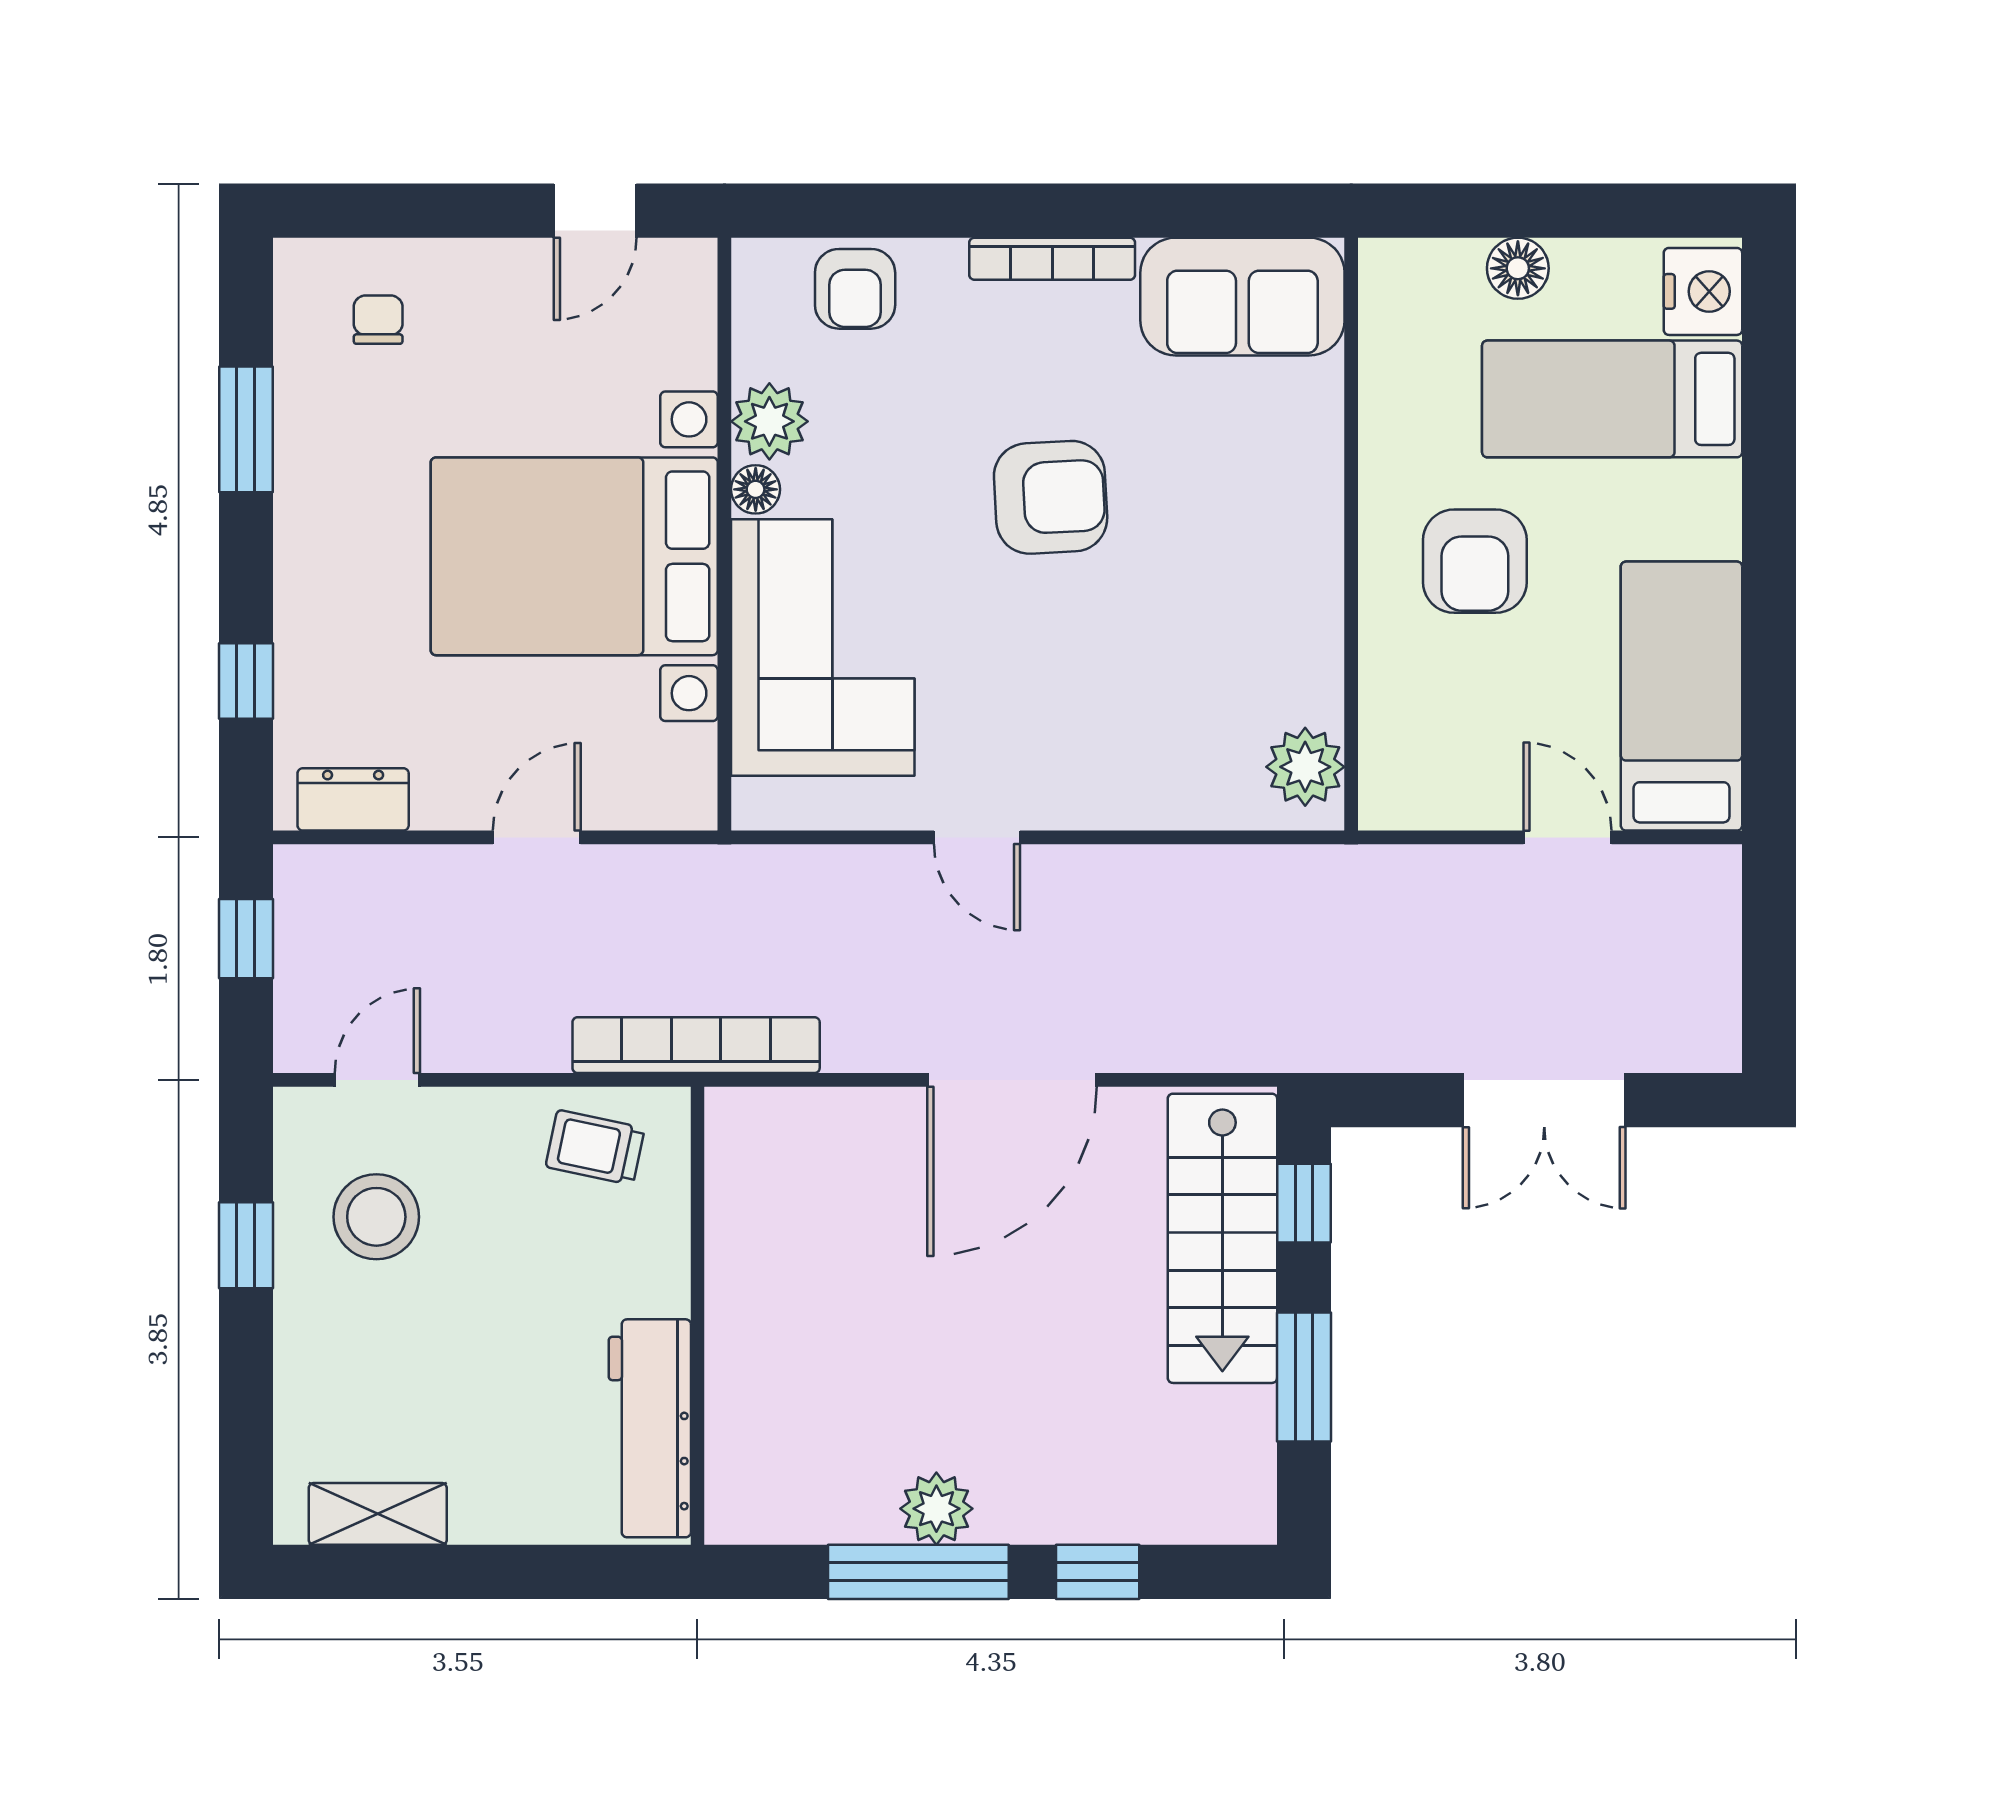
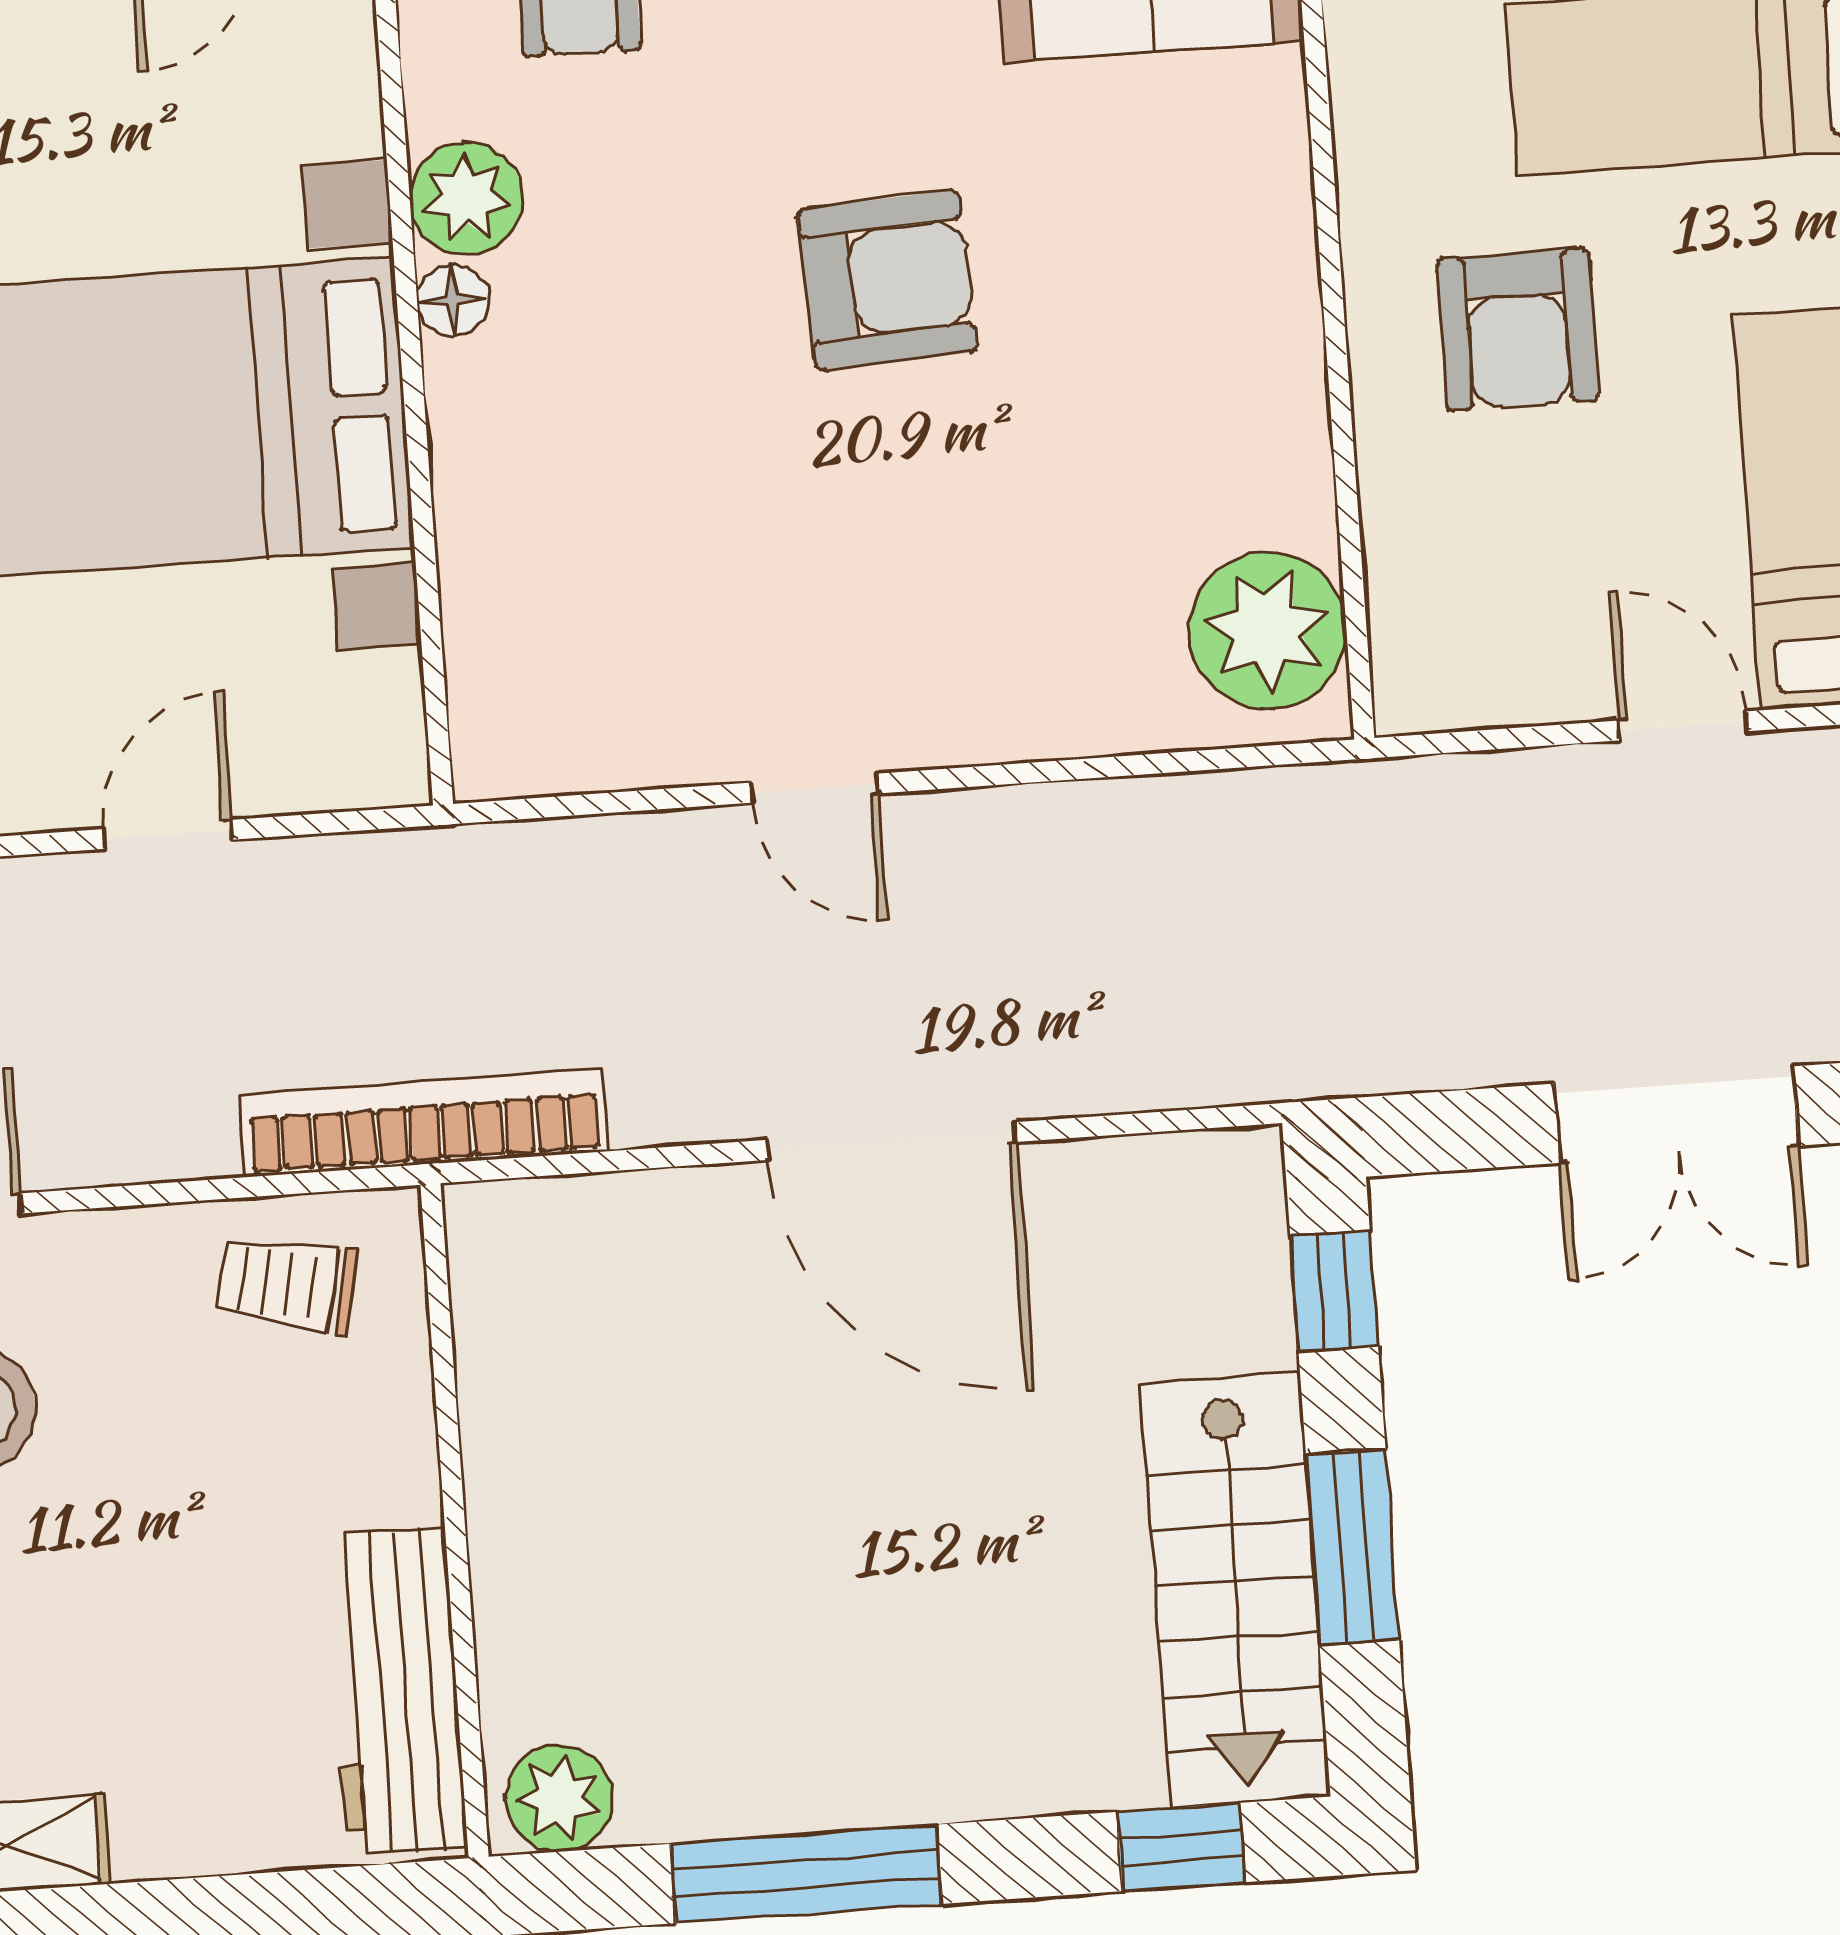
corner sofa: (823, 648) -> (568, 525), removed
plant: (1305, 767) -> (1268, 630), width x1.36, depth x1.36
door: (1012, 1080) -> (892, 1141), hinge flipped
stairs: (1222, 1238) -> (1235, 1589), moved
plant: (936, 1509) -> (559, 1798), moved
window: (1098, 1572) -> (1181, 1847), moved

